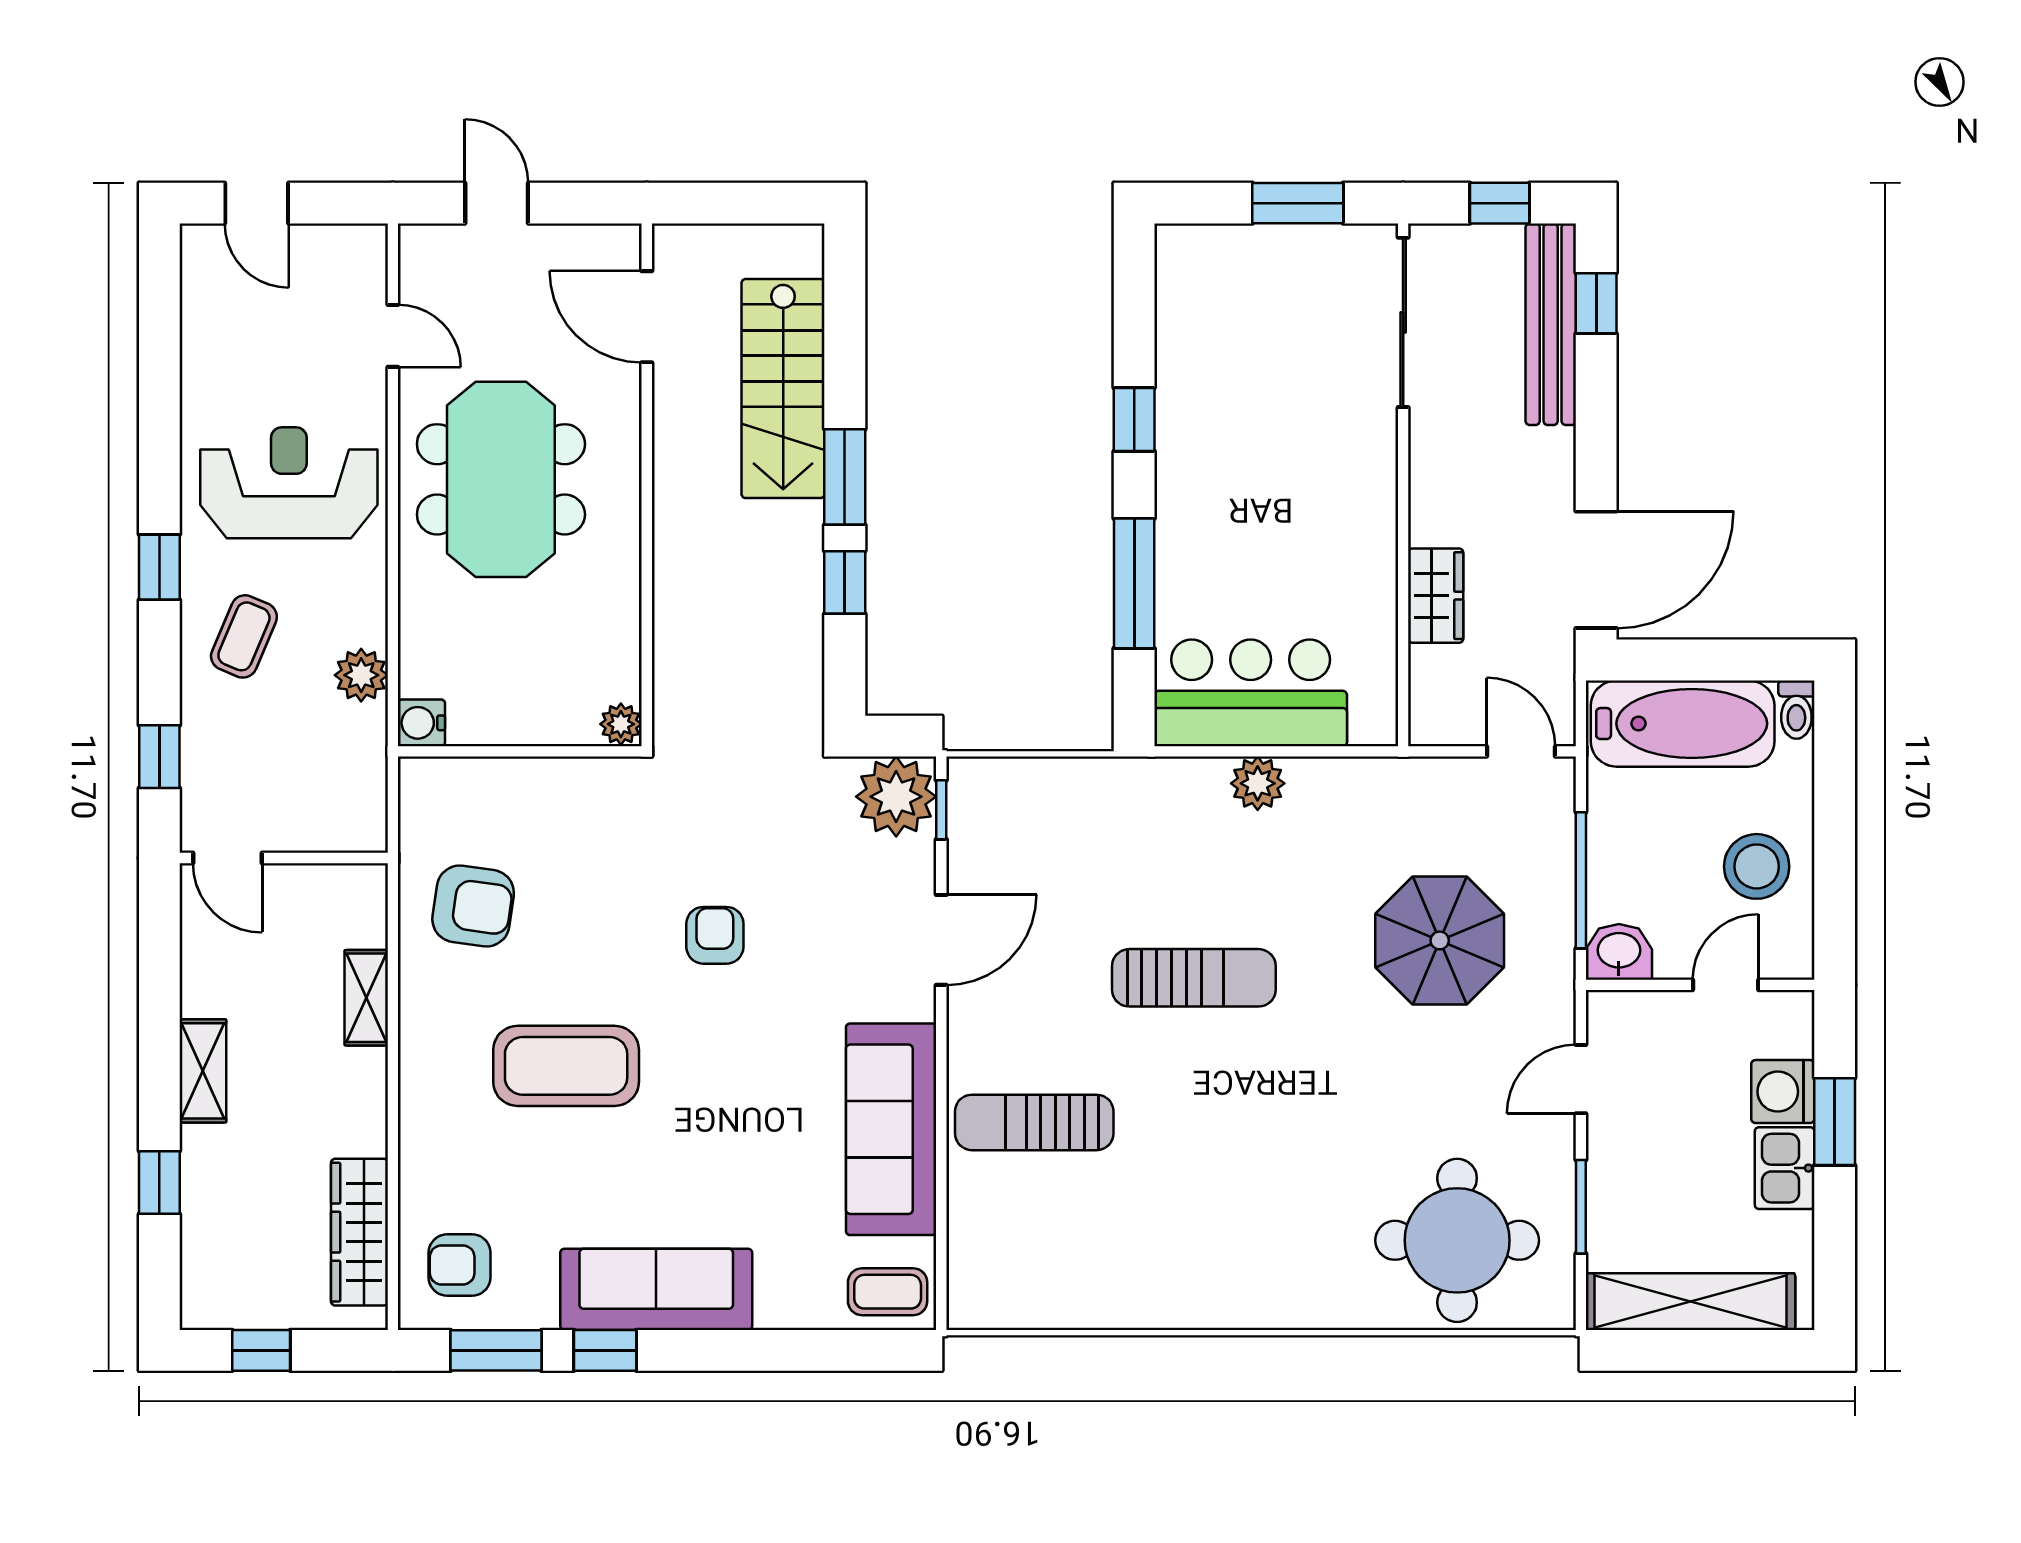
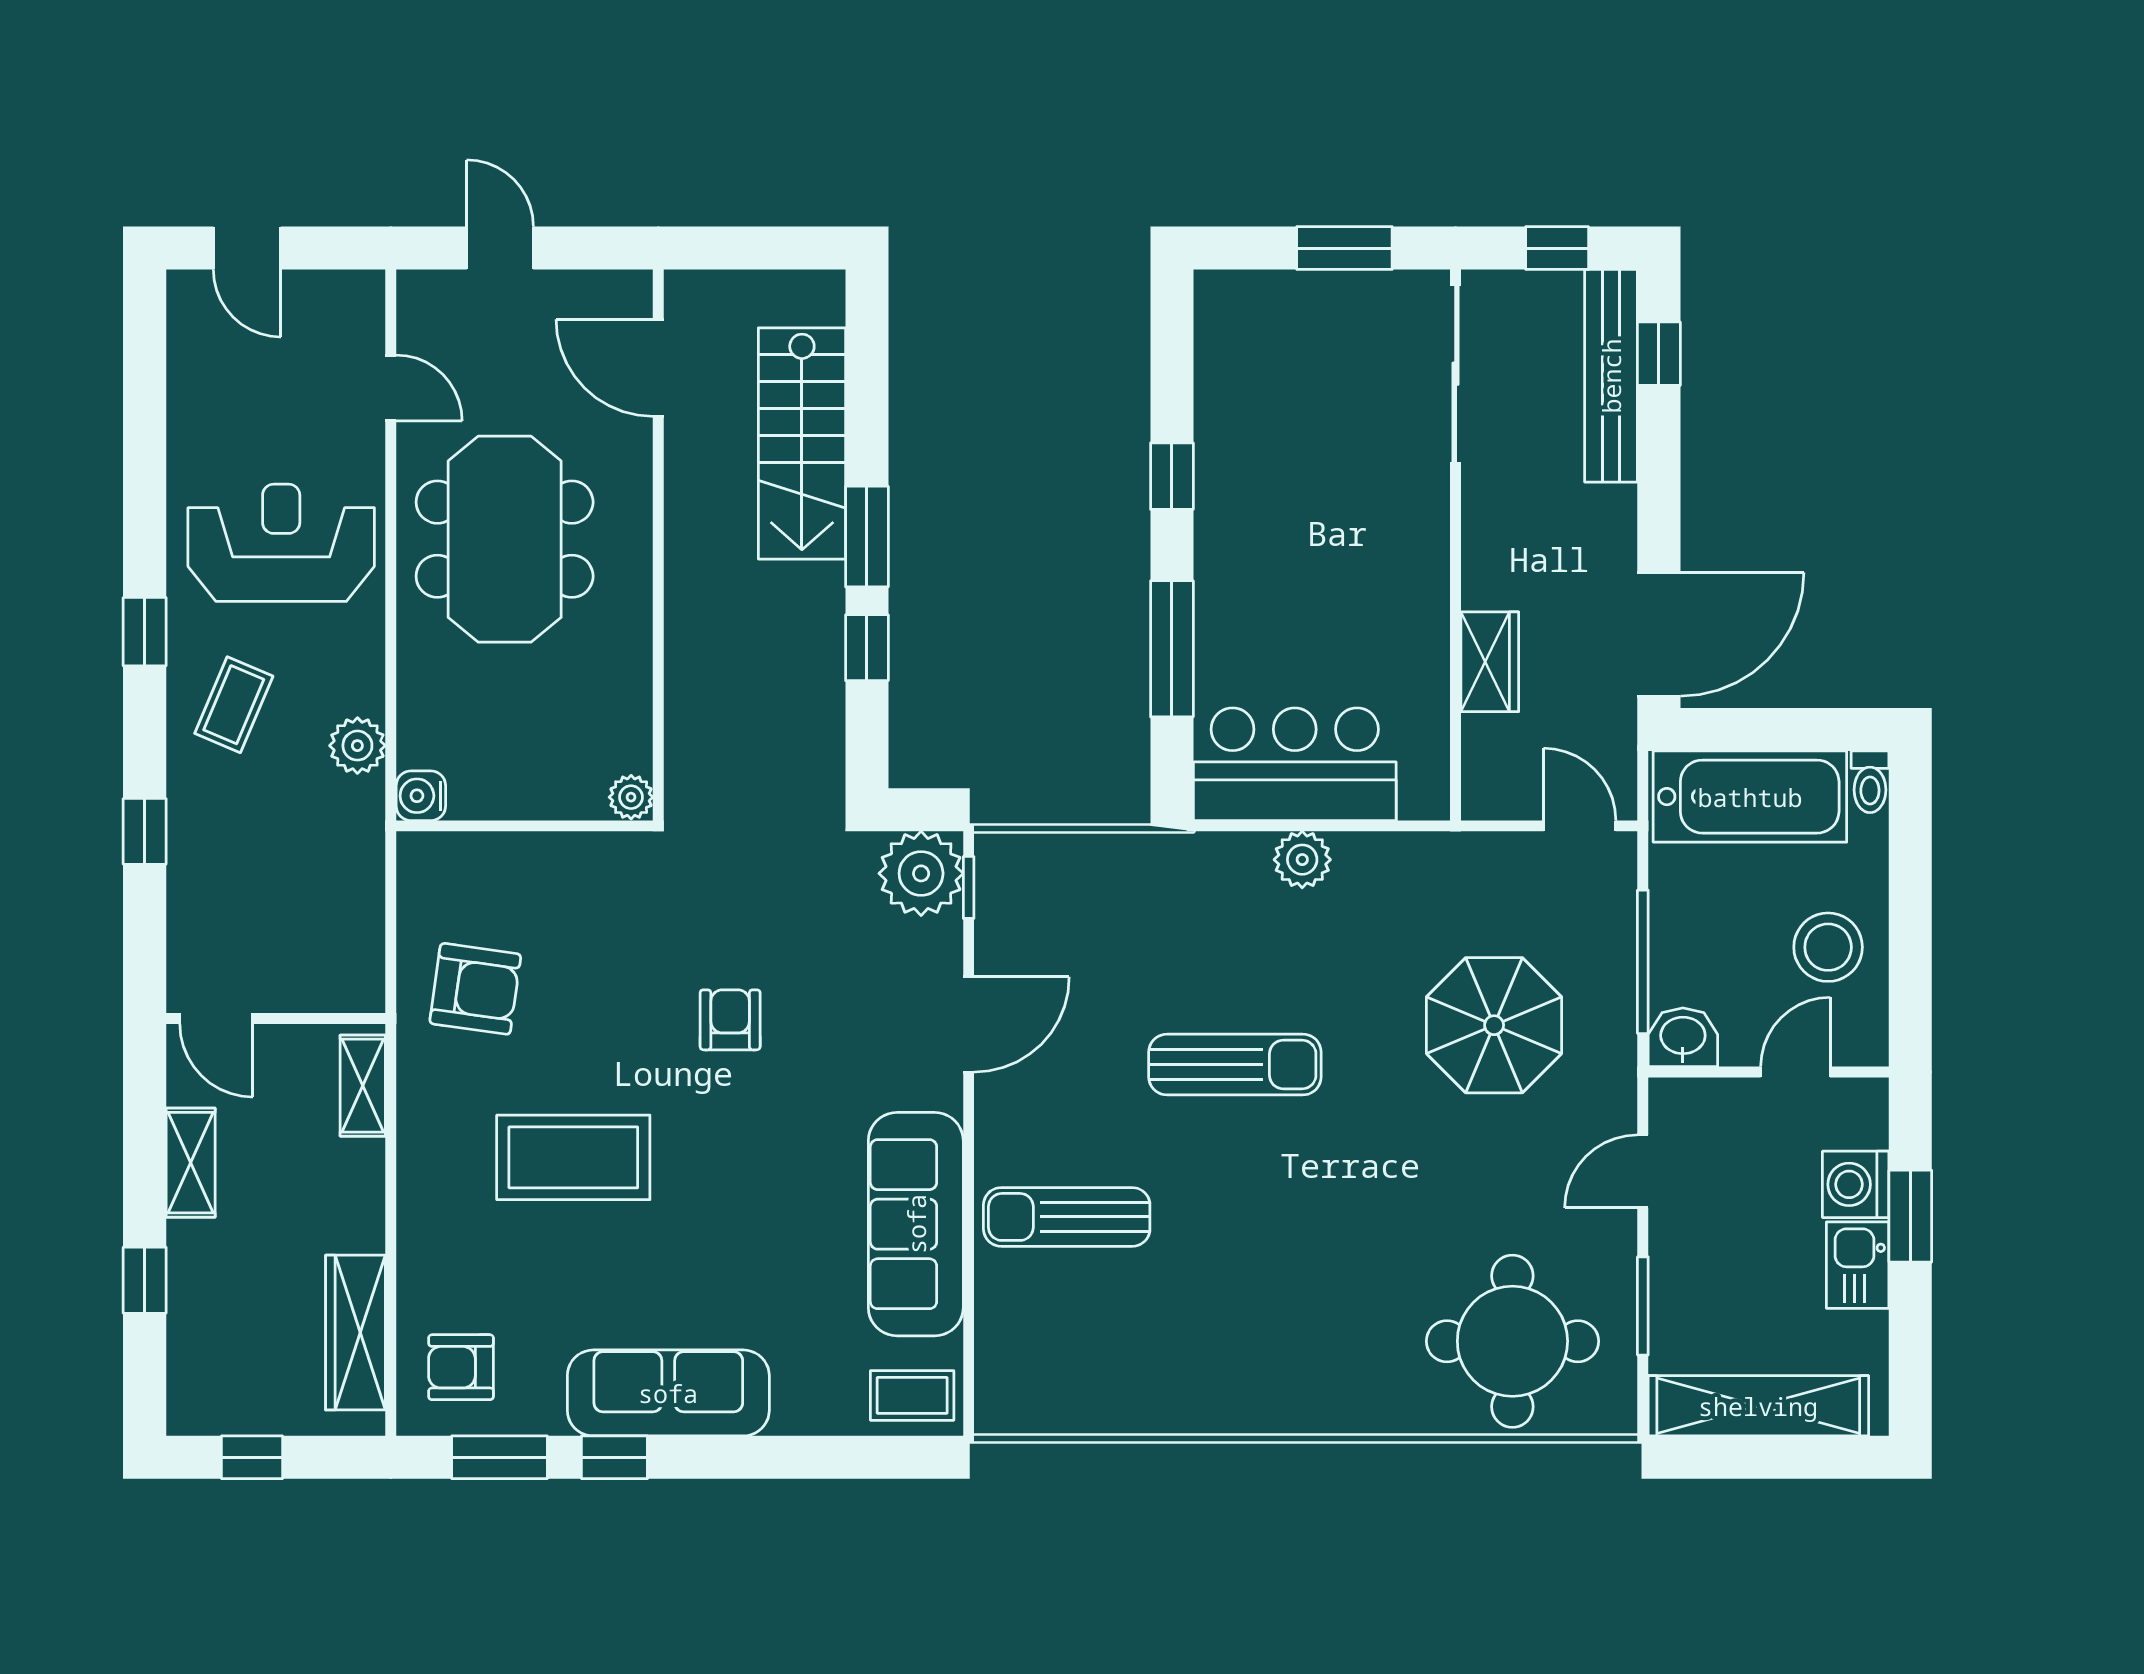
door: (227, 858) -> (216, 1018), moved
wall: (284, 858) -> (276, 1018), moved

